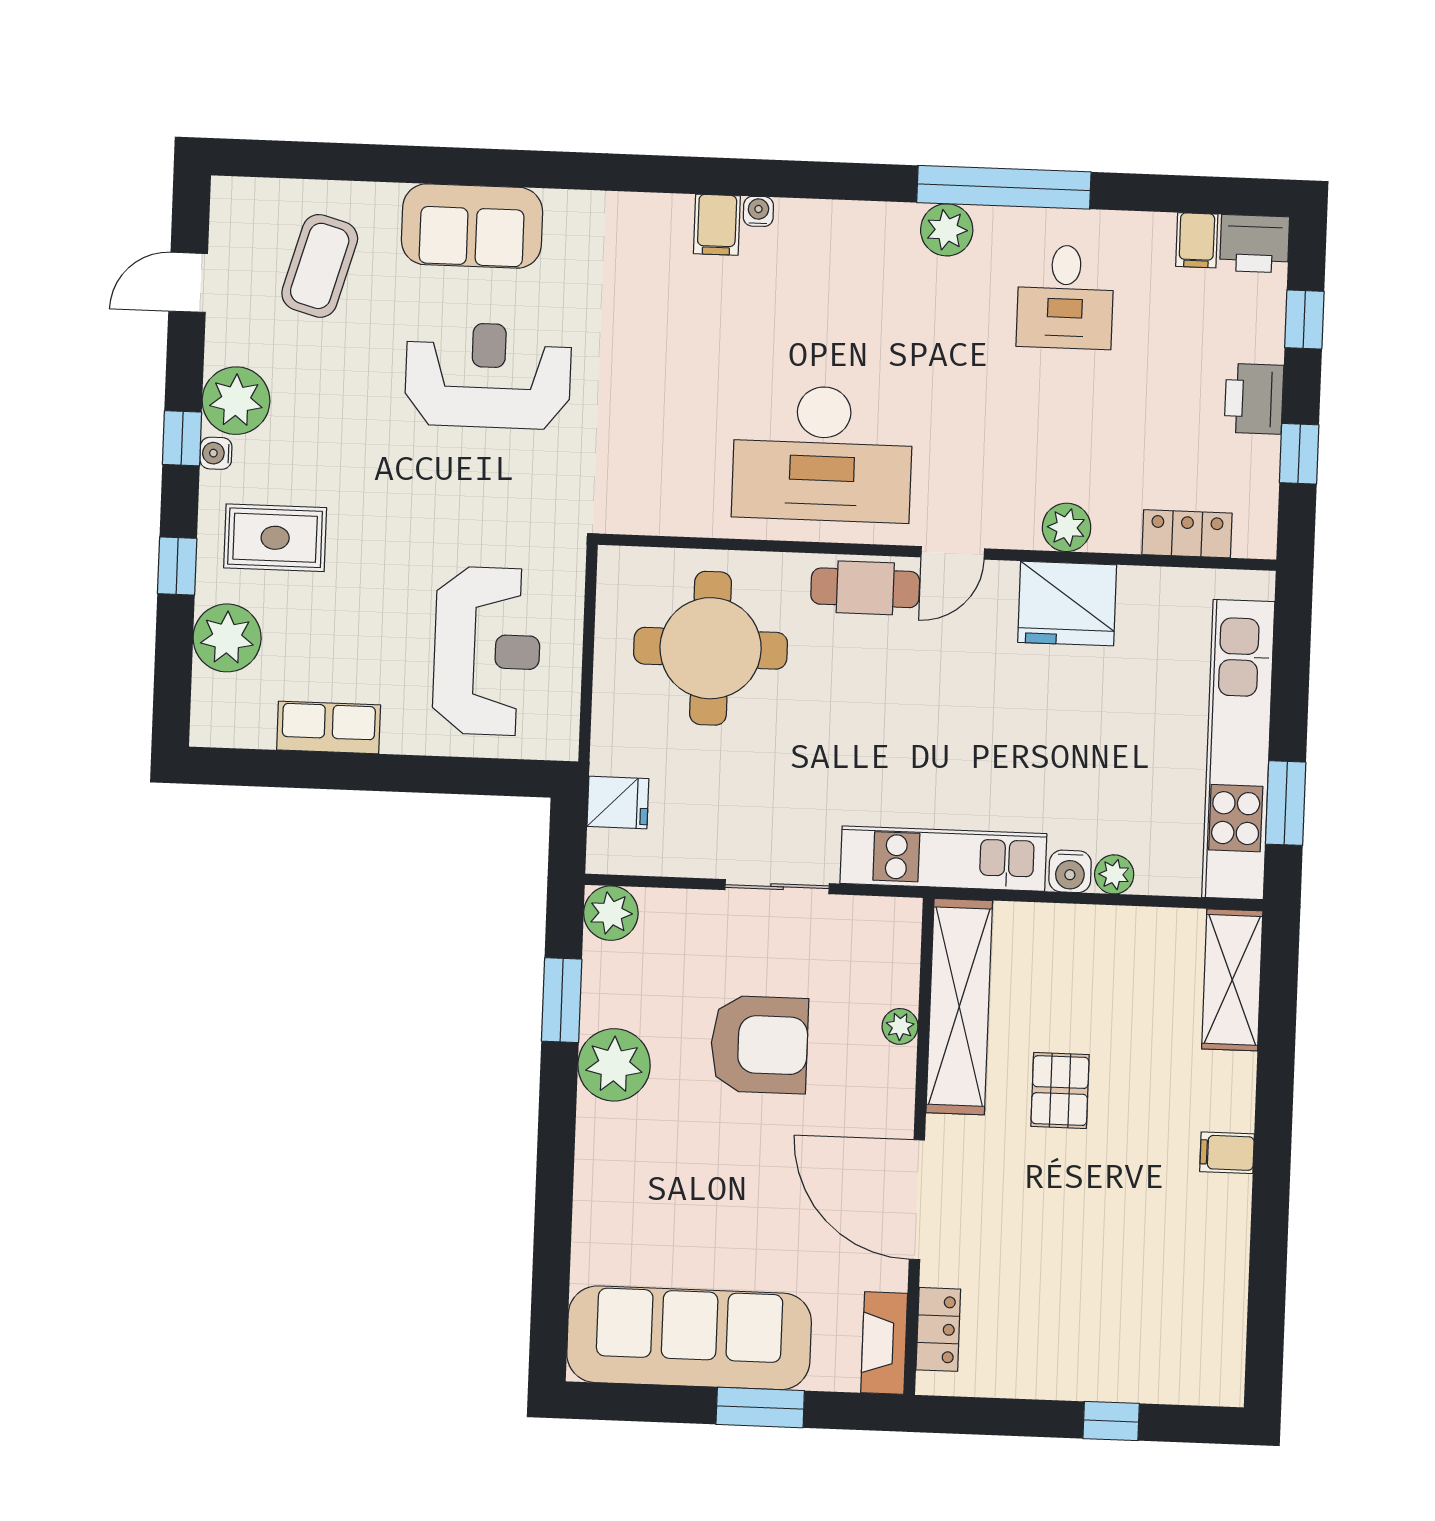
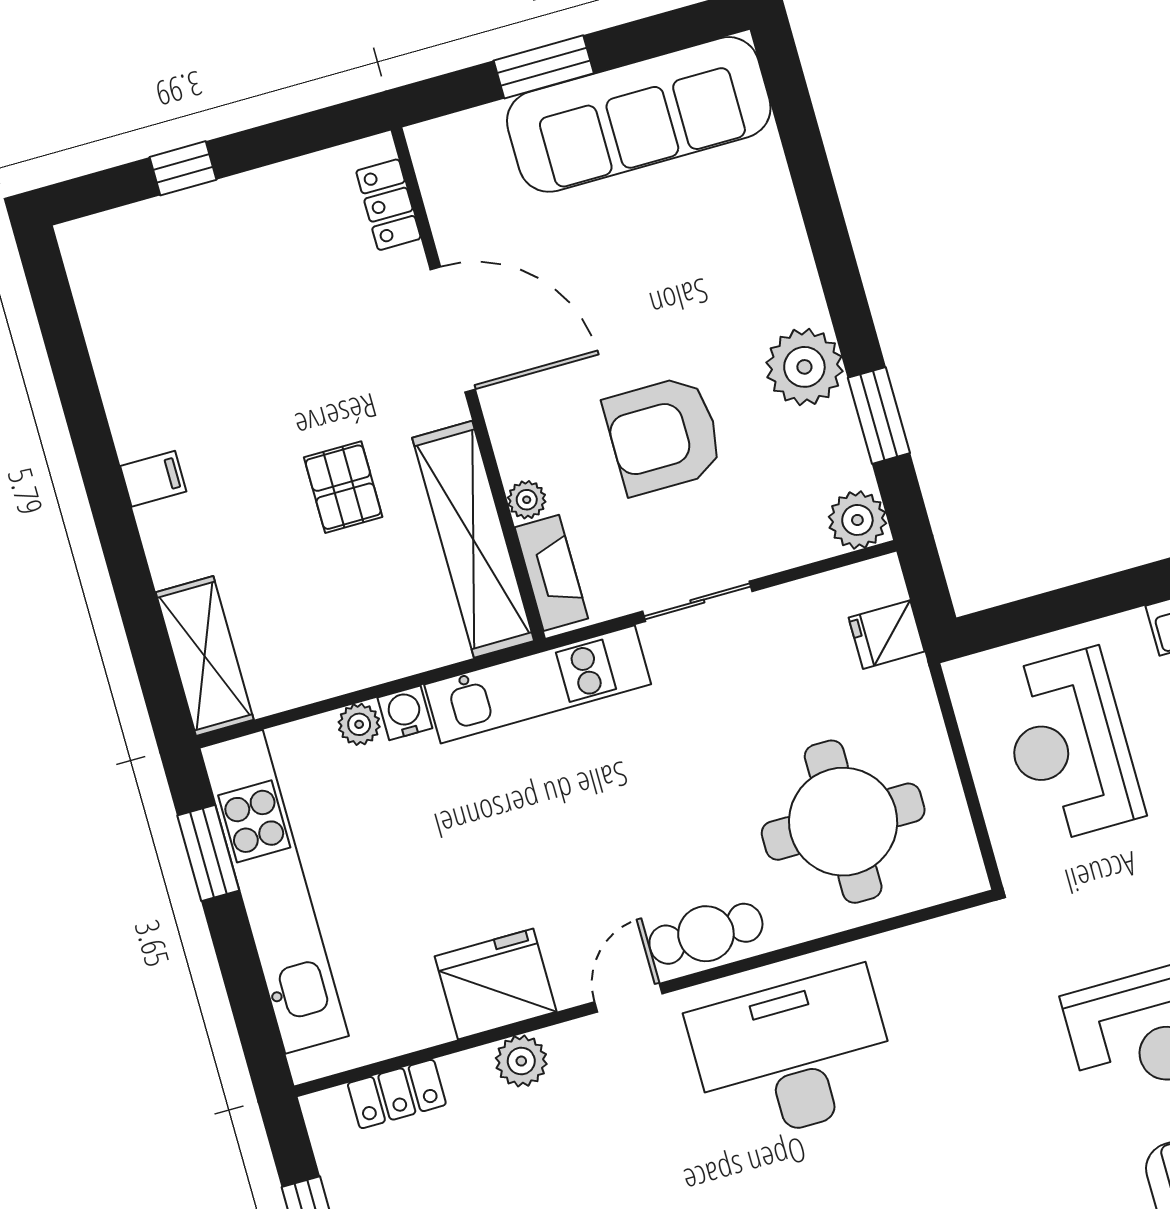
fireplace: (884, 1343) -> (551, 573), moved

